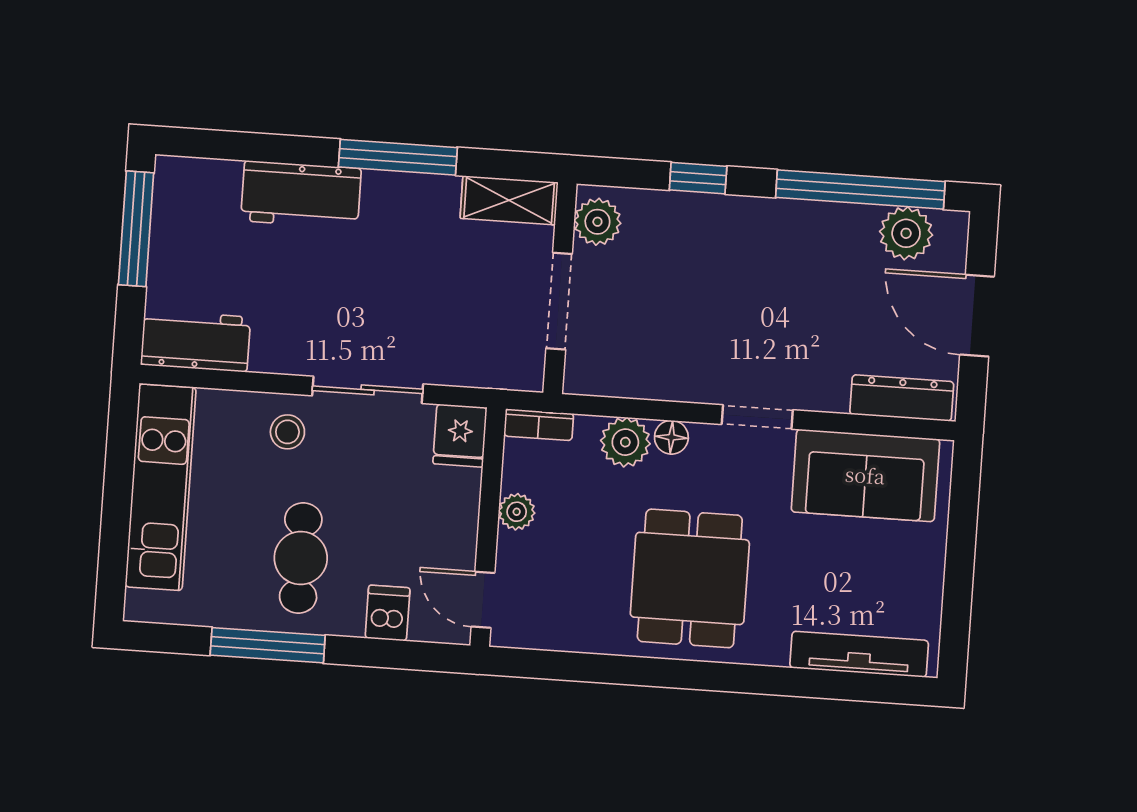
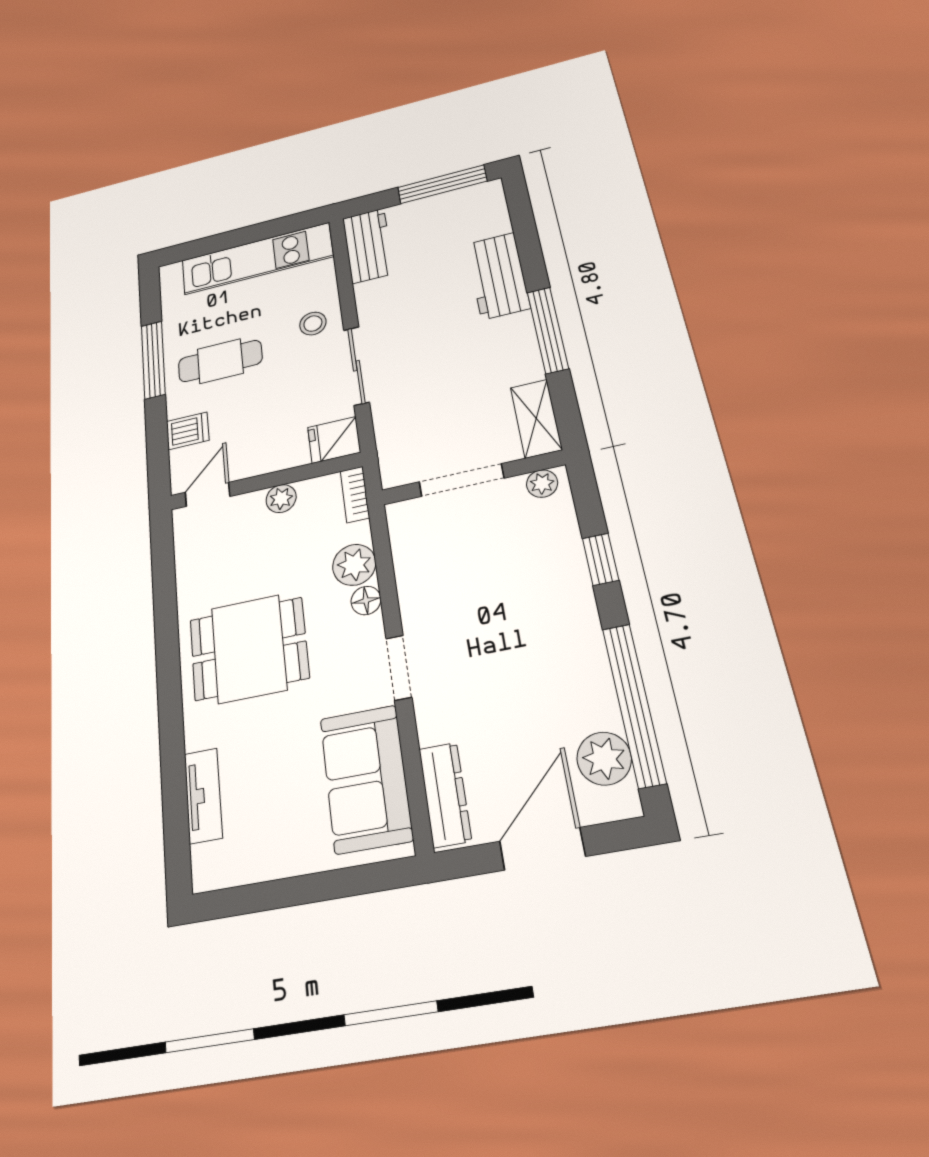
plant: (597, 222) -> (542, 484), width x0.73, depth x0.73
tv unit: (859, 654) -> (203, 796), width x0.71

